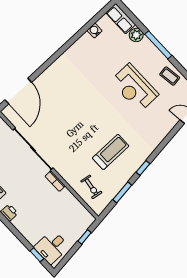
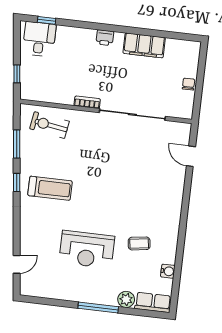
coffee table: (170, 76) -> (139, 243), moved
reception desk: (134, 88) -> (87, 249), turned 180
door: (18, 91) -> (191, 156), width x0.53
treadmill: (111, 152) -> (50, 188), moved, turned -90
exercise bike: (91, 187) -> (49, 125), width x1.38, depth x1.39

